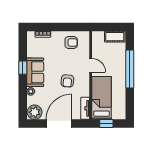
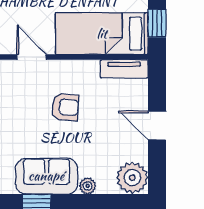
door: (91, 65) -> (31, 57), hinge flipped
door: (59, 124) -> (157, 125), width x0.53

